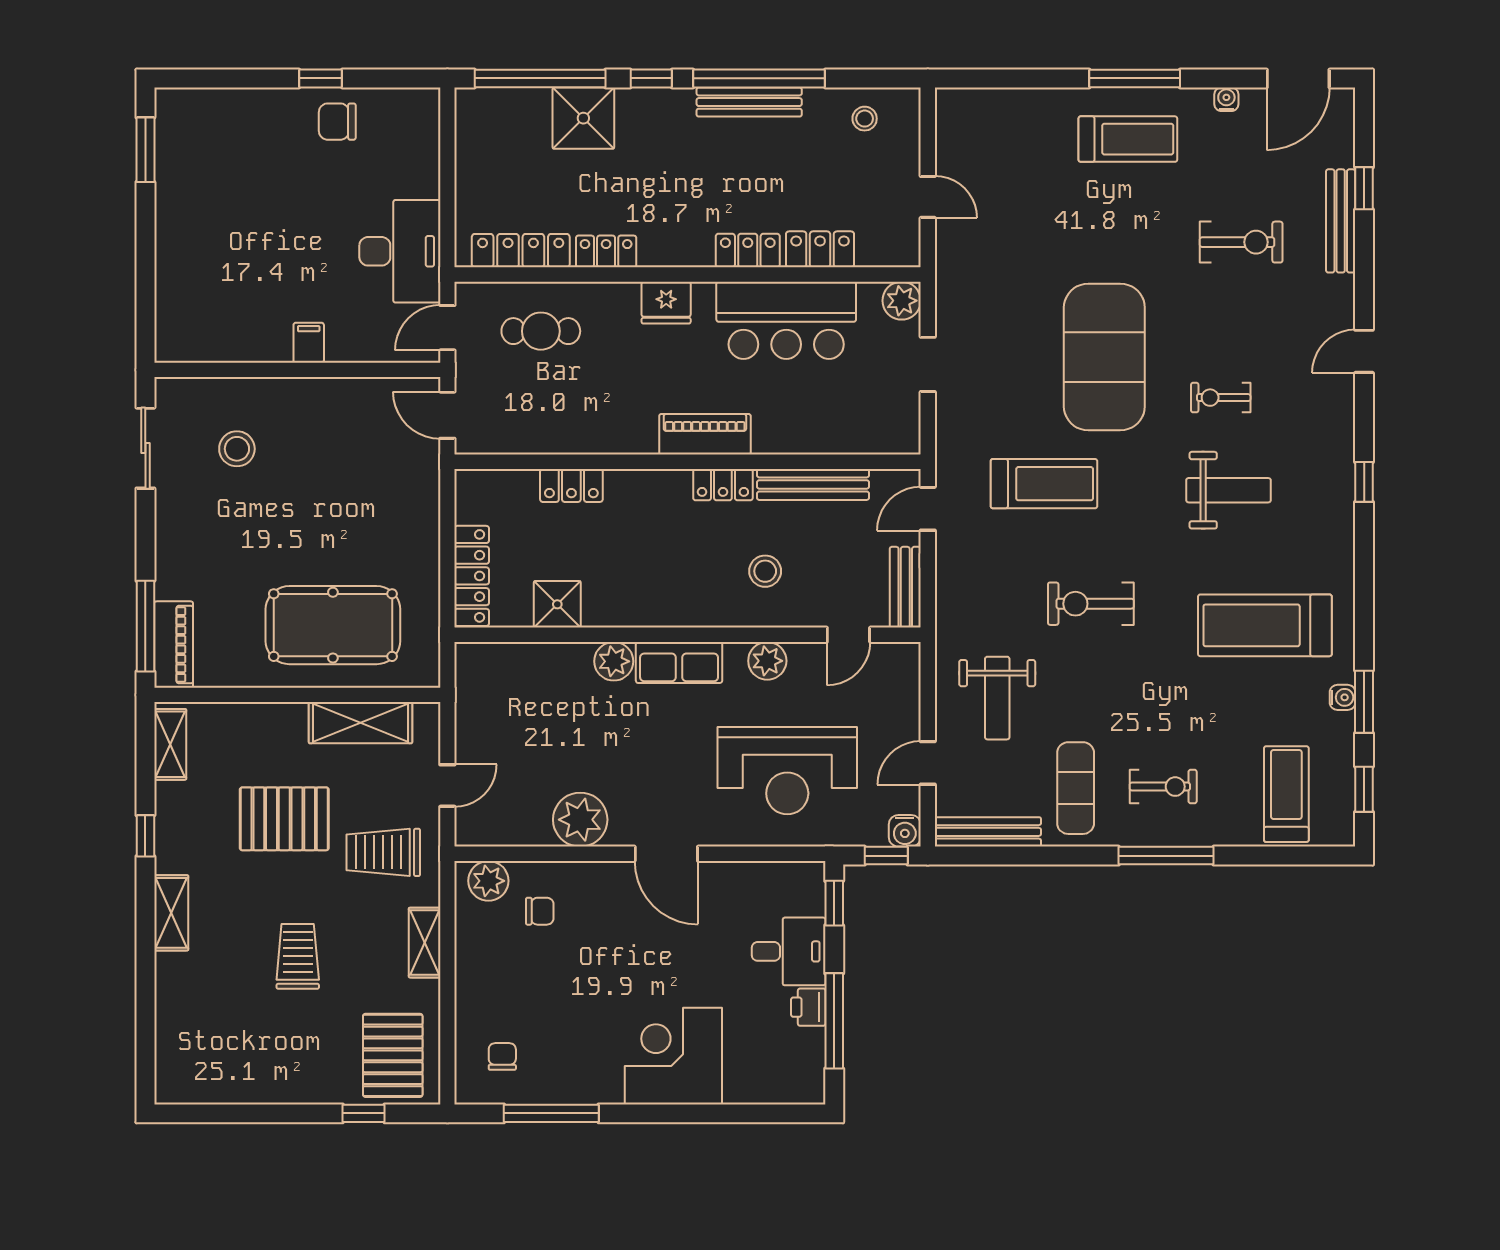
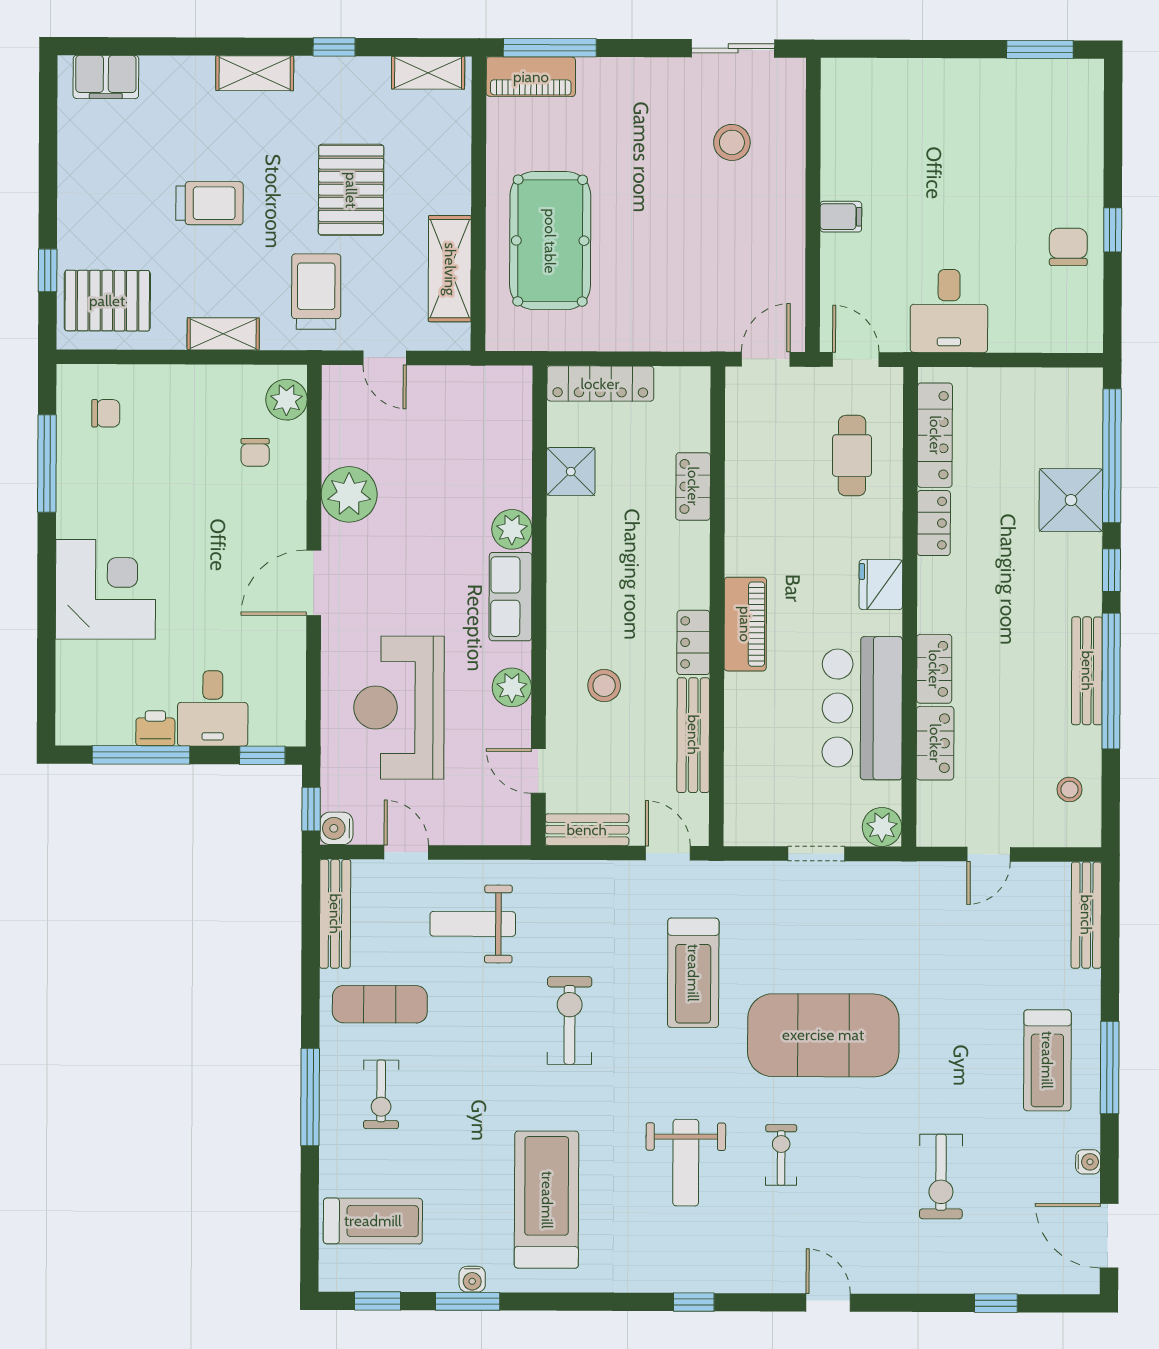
bench: (1341, 221) -> (1086, 915), moved, turned 90
desk: (400, 251) -> (949, 311), width x0.73
filing cabinet: (175, 1057) -> (106, 77), added

